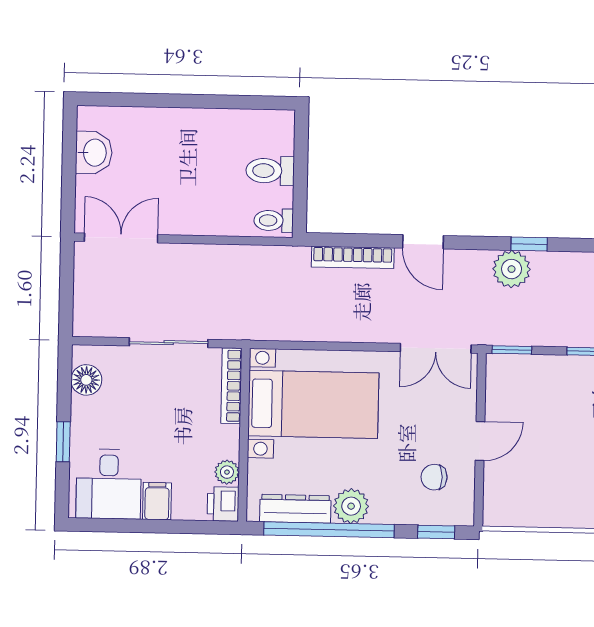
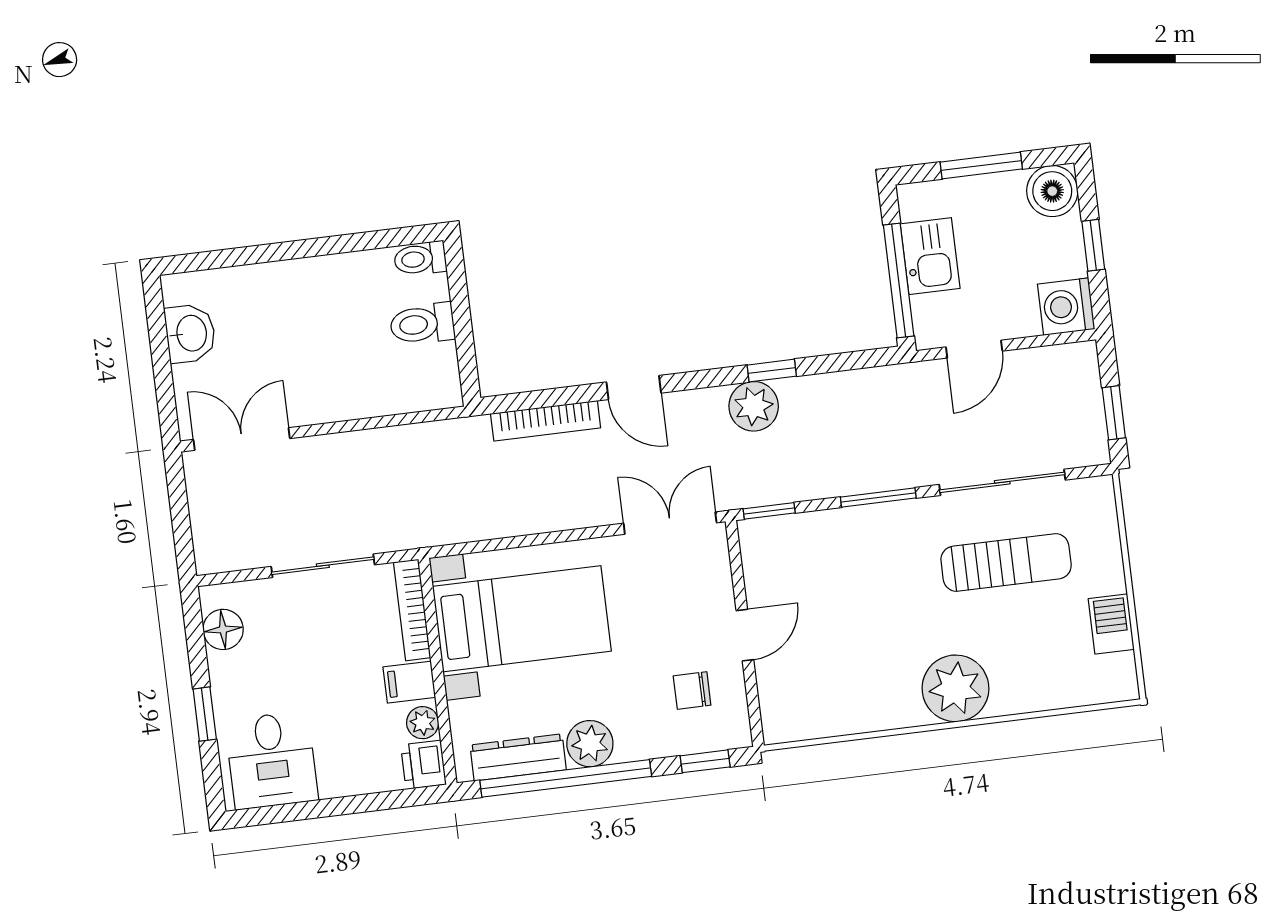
toilet: (274, 221) -> (420, 259), moved
double door: (436, 348) -> (670, 523), swing flipped
filing cabinet: (157, 501) -> (409, 682), moved, turned -90

